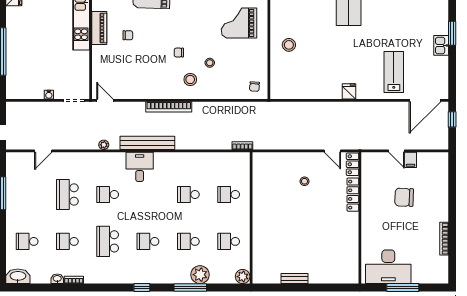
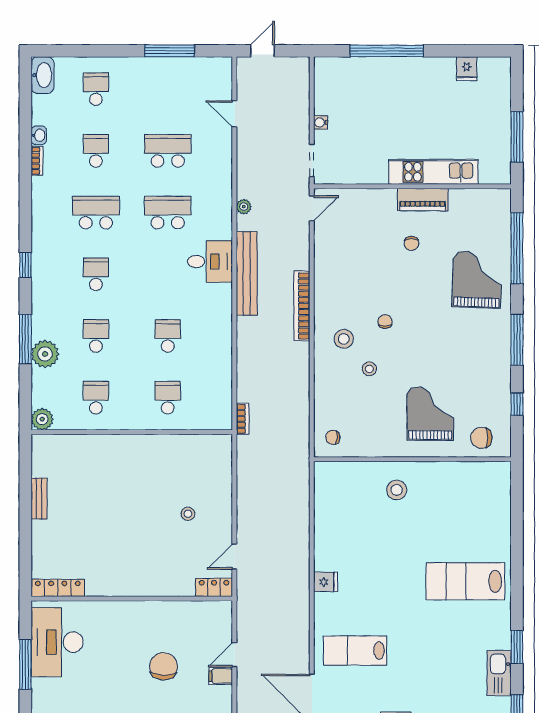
lab bench: (394, 72) -> (355, 651), turned 180
school desk: (108, 195) -> (168, 213), width x1.85
locker: (353, 195) -> (58, 588), moved

